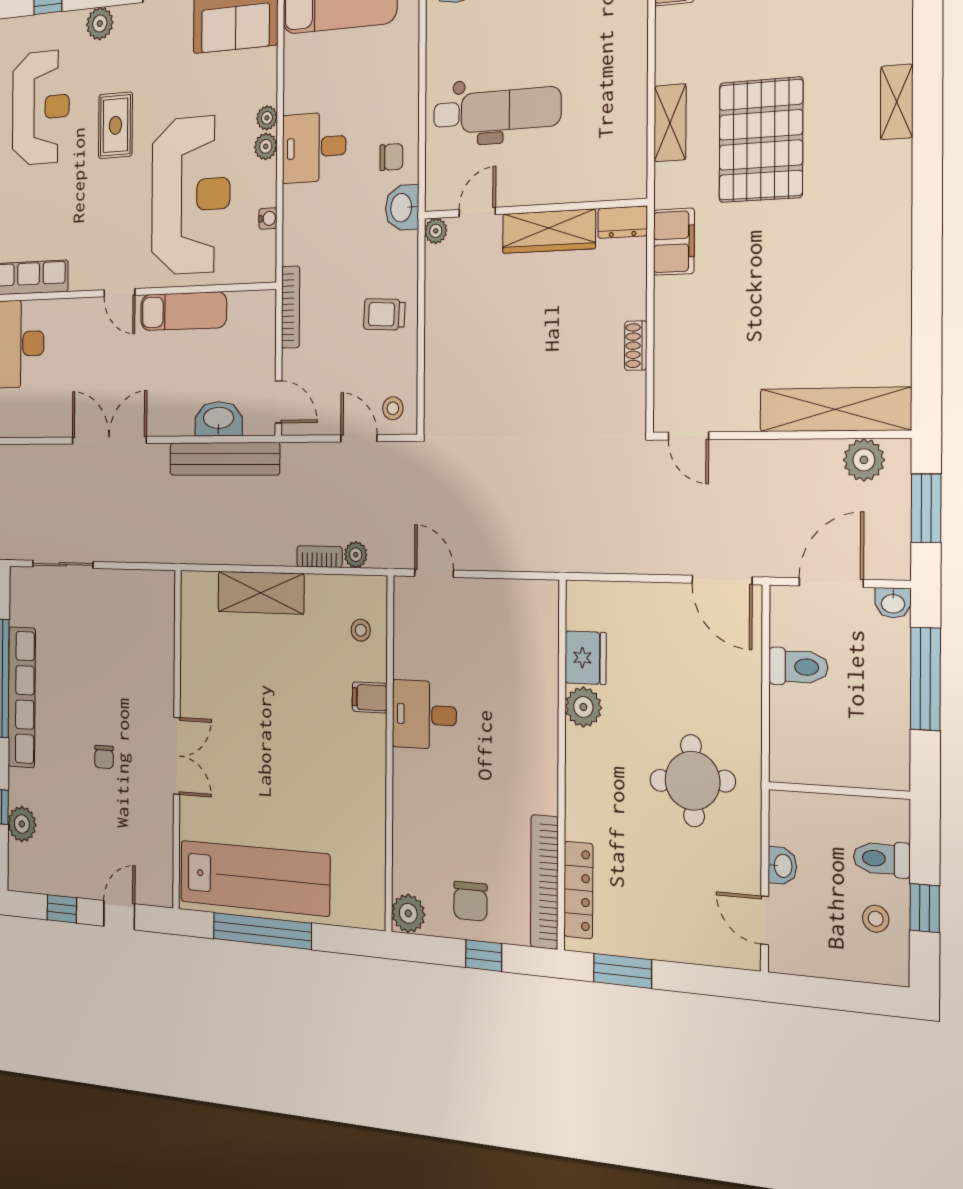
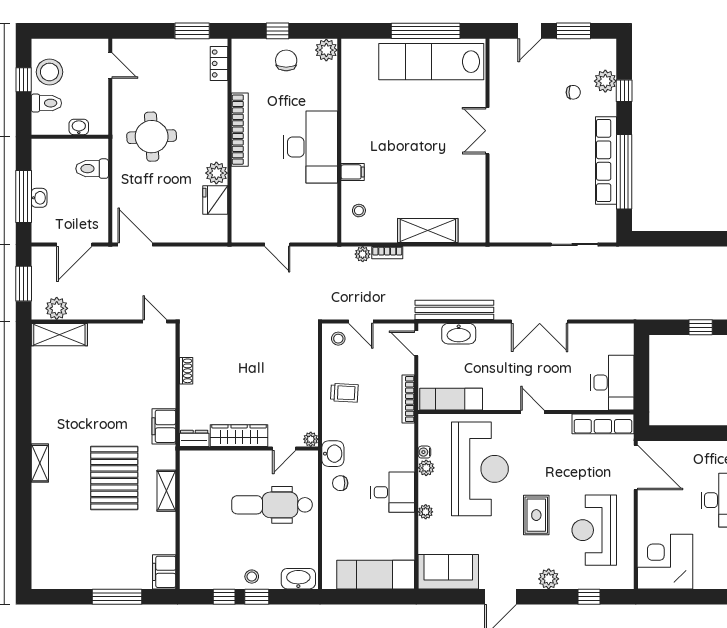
shelving: (897, 102) -> (40, 463), moved
plant: (266, 146) -> (426, 468), moved
reception desk: (191, 195) -> (480, 469), turned 180
exam couch: (183, 311) -> (451, 399), moved
shelving: (835, 409) -> (59, 335), width x0.68
door: (434, 573) -> (277, 244), moved
washbasin: (893, 603) -> (39, 198), moved, turned 90
toilet: (798, 667) -> (92, 169), moved
desk: (424, 715) -> (310, 147), width x1.87, depth x1.30
chair: (104, 757) -> (573, 92), moved, turned 90
washbasin: (782, 866) -> (79, 127), moved, turned 90
bookcase: (544, 882) -> (240, 130), moved
locker: (578, 890) -> (219, 63), width x0.66
window: (62, 909) -> (574, 31), width x1.50
stool: (876, 919) -> (49, 72), width x1.89, depth x1.89

